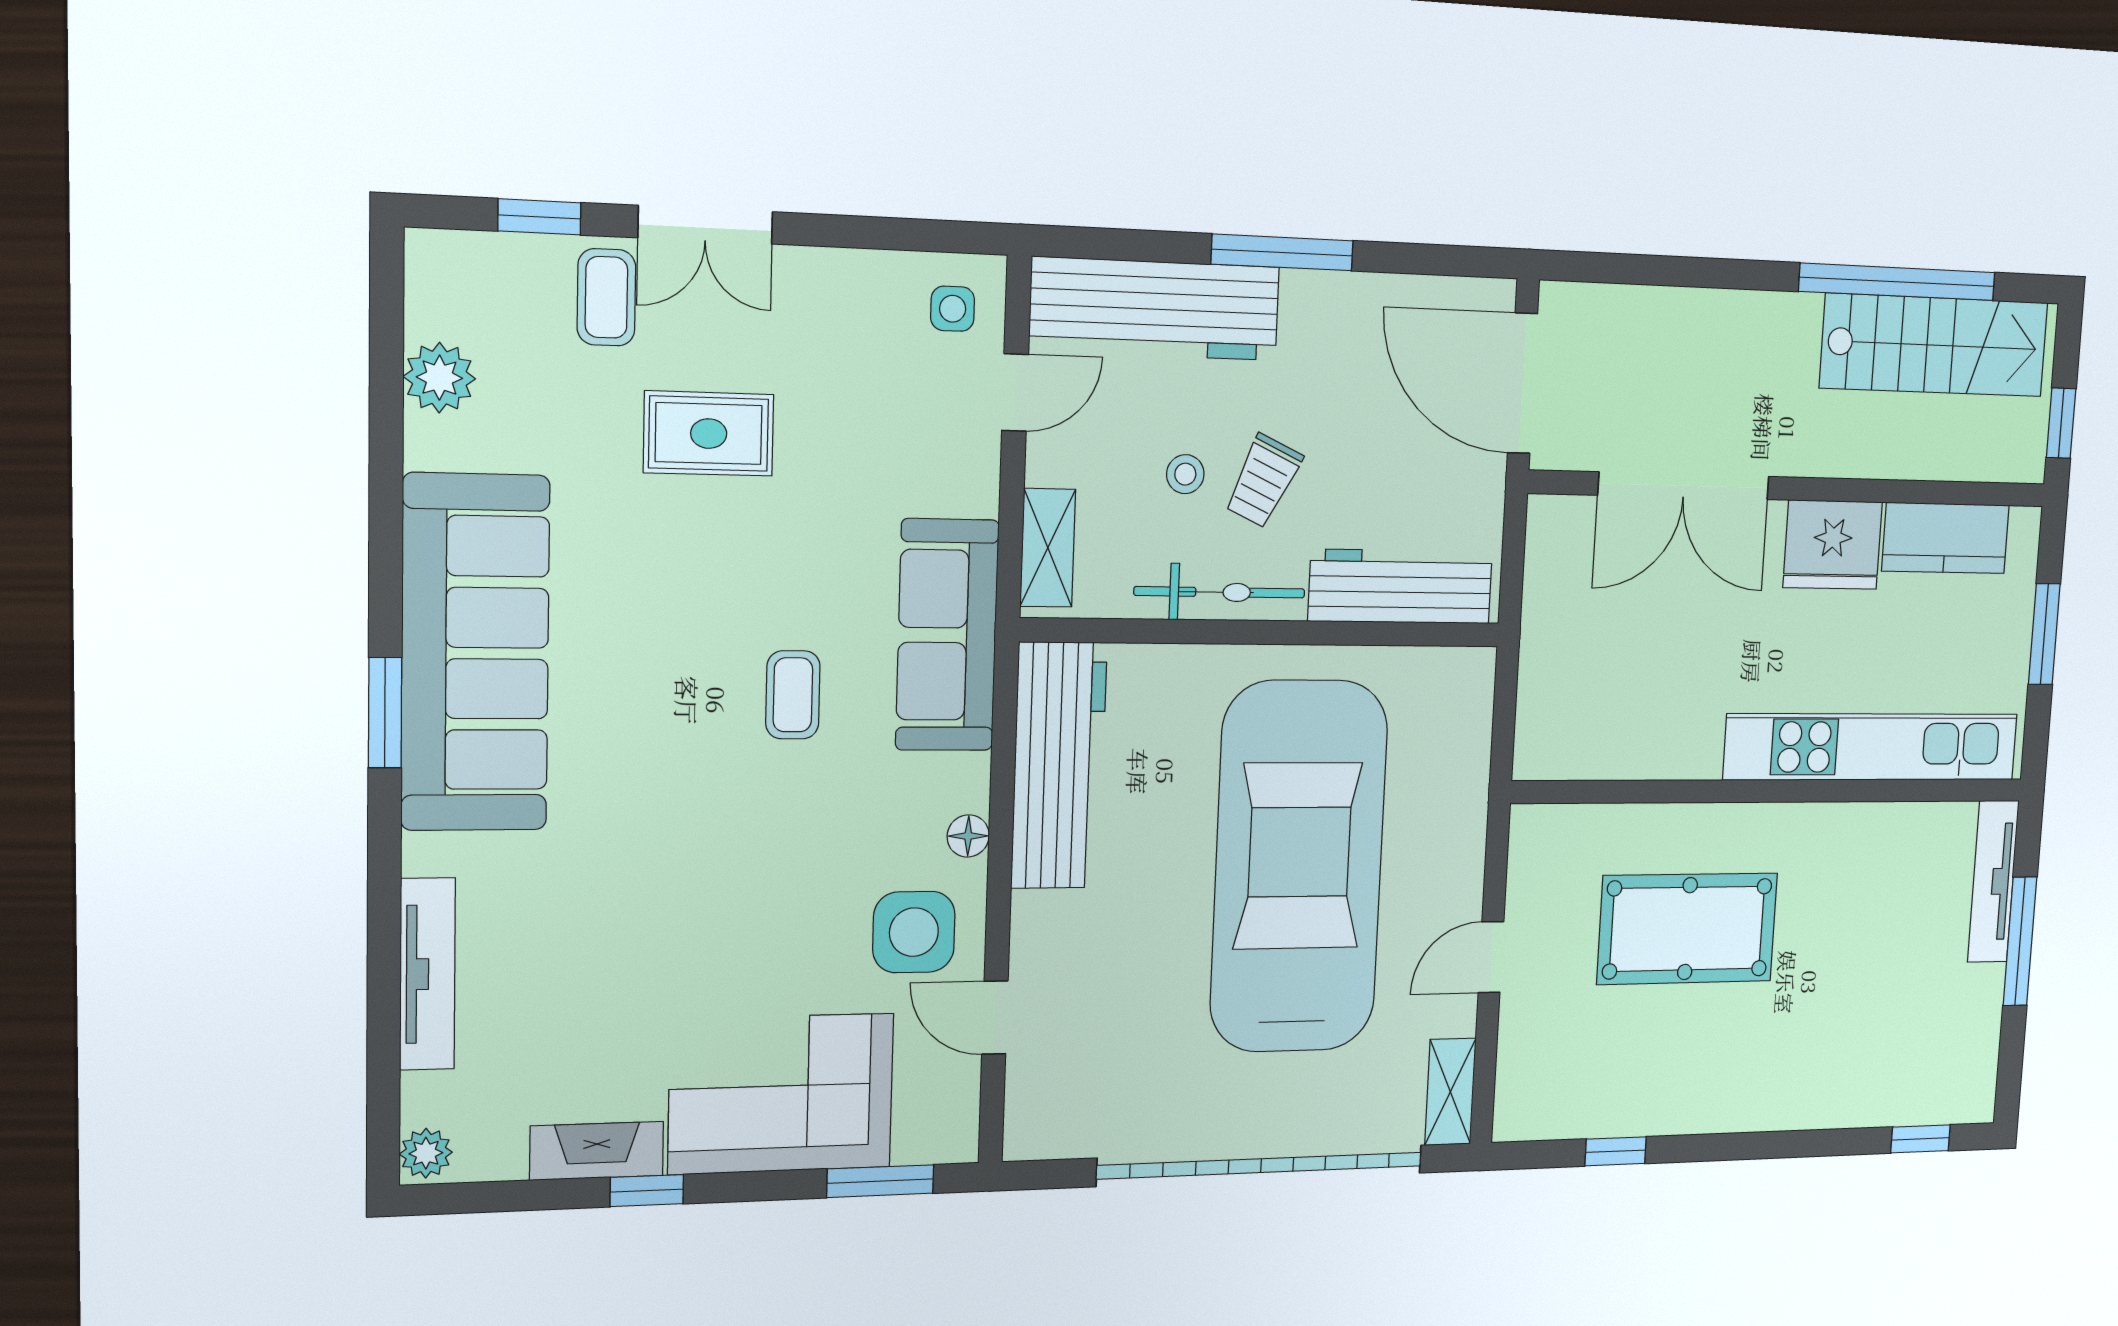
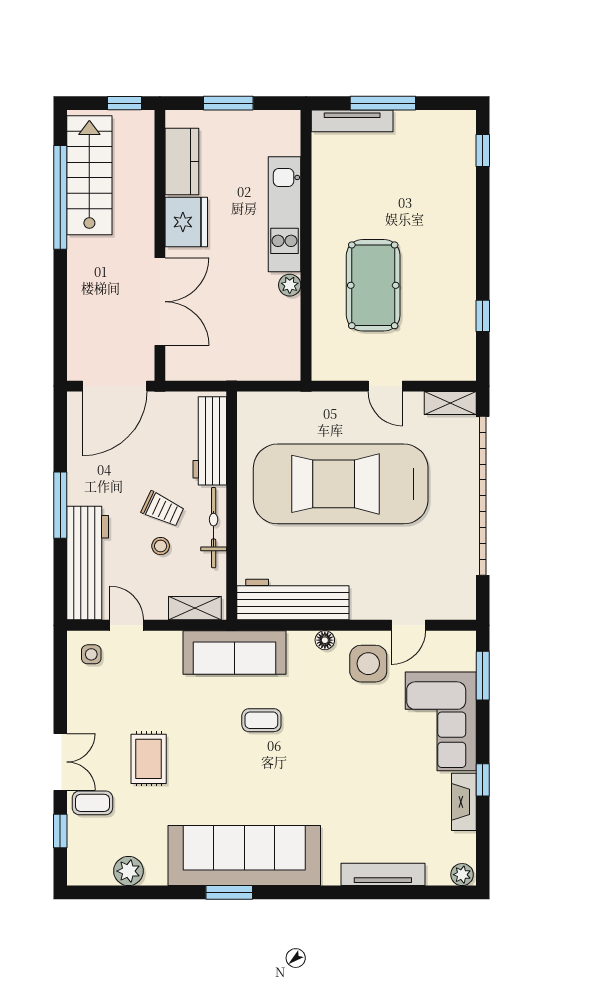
window: (385, 713) -> (229, 892), moved
kitchen unit: (1872, 747) -> (285, 214), width x0.73
plant: (1699, 758) -> (290, 285), added

